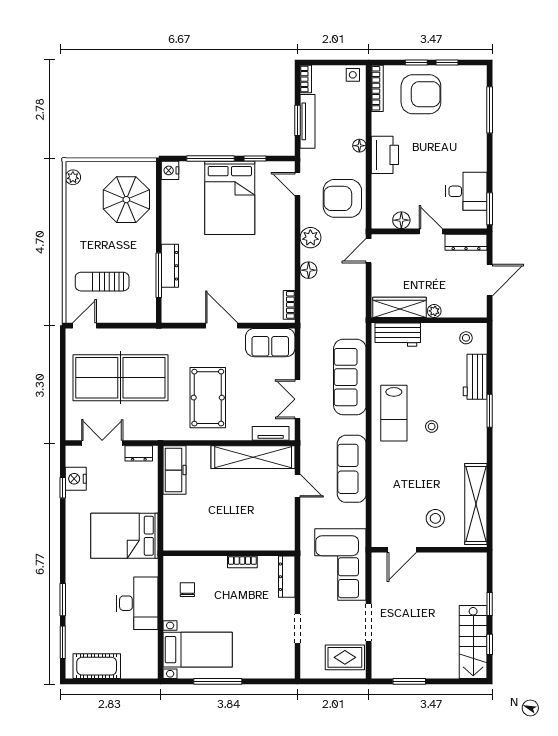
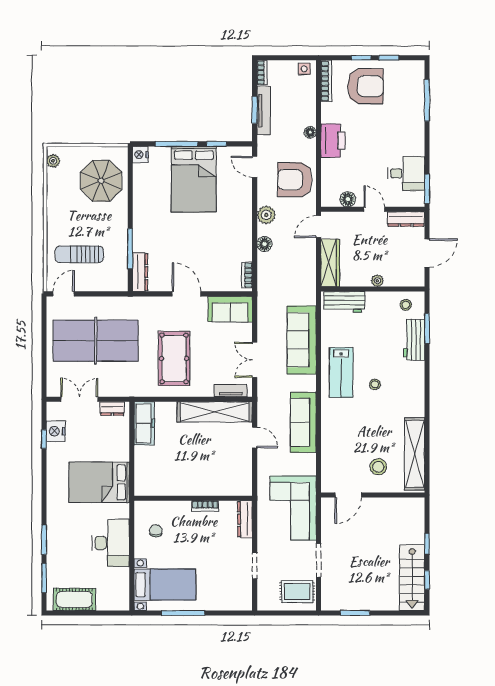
dresser: (170, 266) -> (140, 272), moved
wardrobe: (400, 307) -> (330, 263), moved, turned 90
window: (490, 411) -> (427, 328), moved

